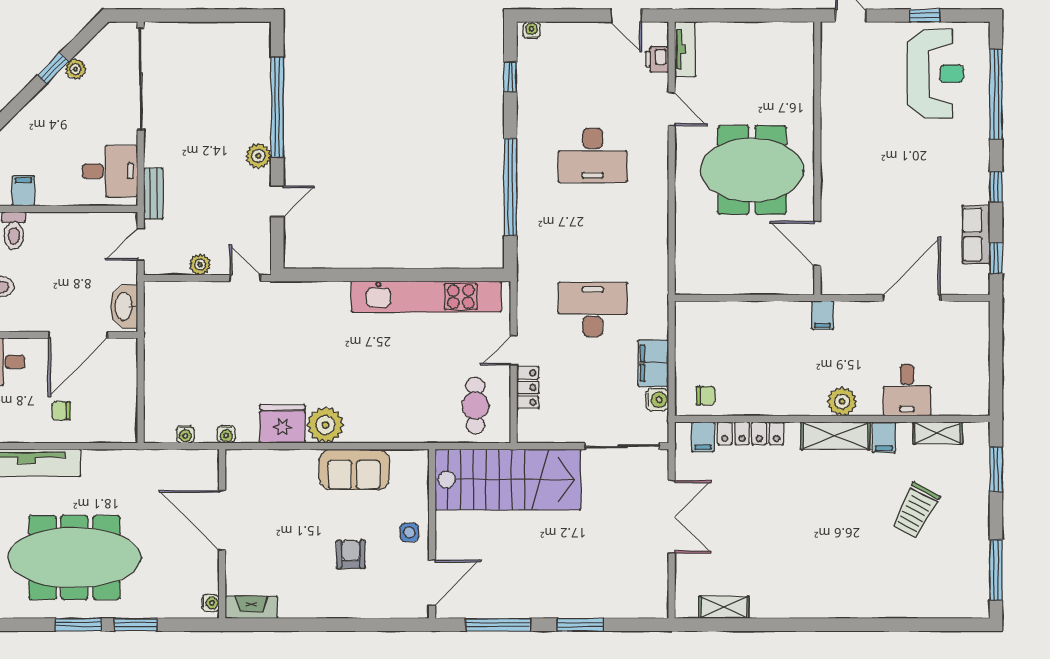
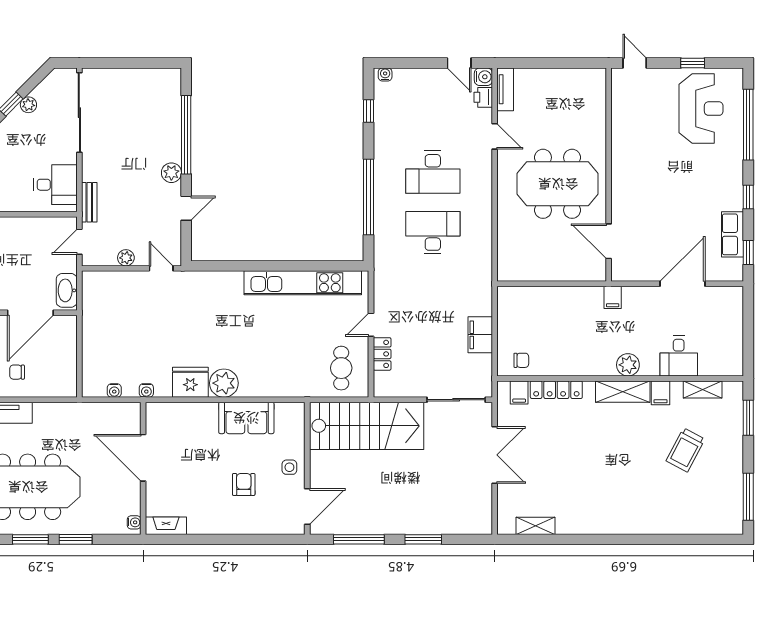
desk: (593, 310) -> (433, 233), moved
water cooler: (657, 400) -> (483, 77), moved

